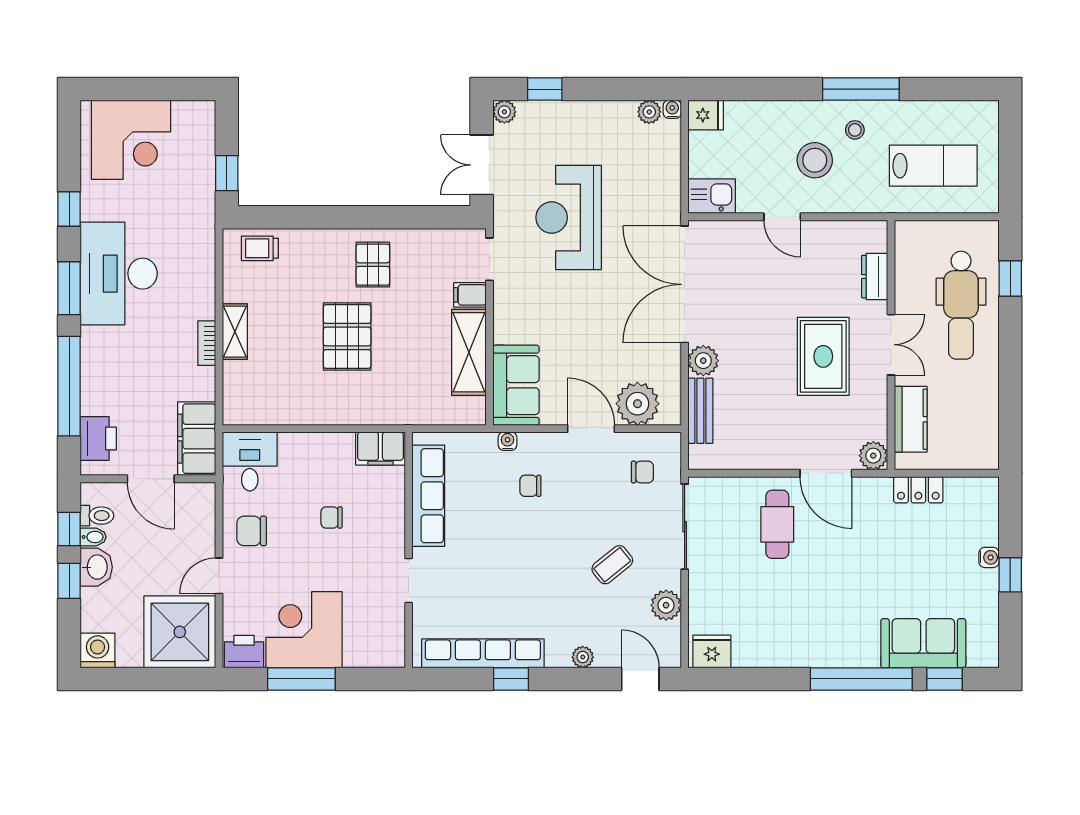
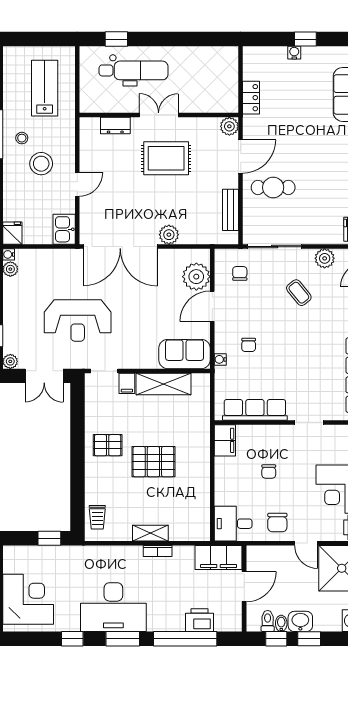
bench: (700, 411) -> (231, 210), moved, turned 90
kitchen counter: (911, 419) -> (206, 103), removed
printer: (98, 438) -> (199, 620), moved

